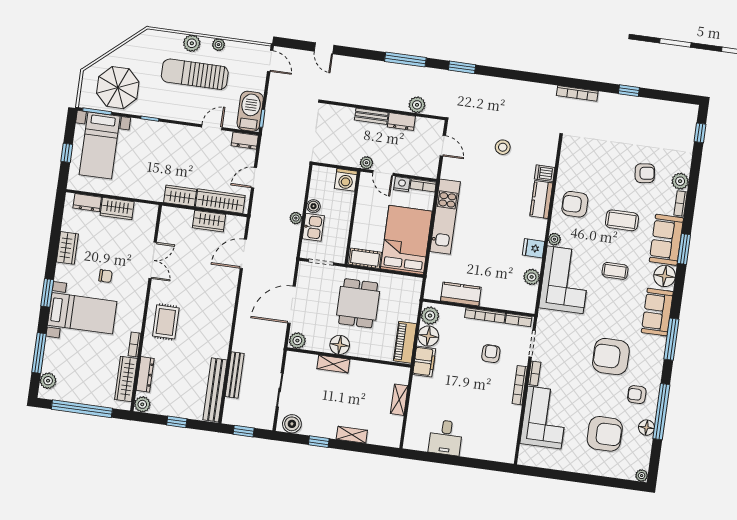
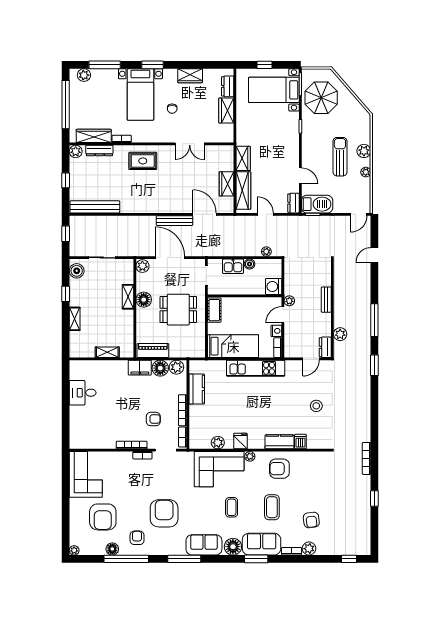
sun lounger: (195, 74) -> (340, 157), width x0.73, depth x0.75
dresser: (401, 122) -> (325, 347), moved
armchair: (575, 204) -> (279, 469), turned -90
plant: (296, 218) -> (266, 252), moved
bed: (406, 240) -> (233, 346), width x0.67
bench: (235, 375) -> (175, 221), moved
corner sofa: (544, 418) -> (86, 474), moved, turned -90

